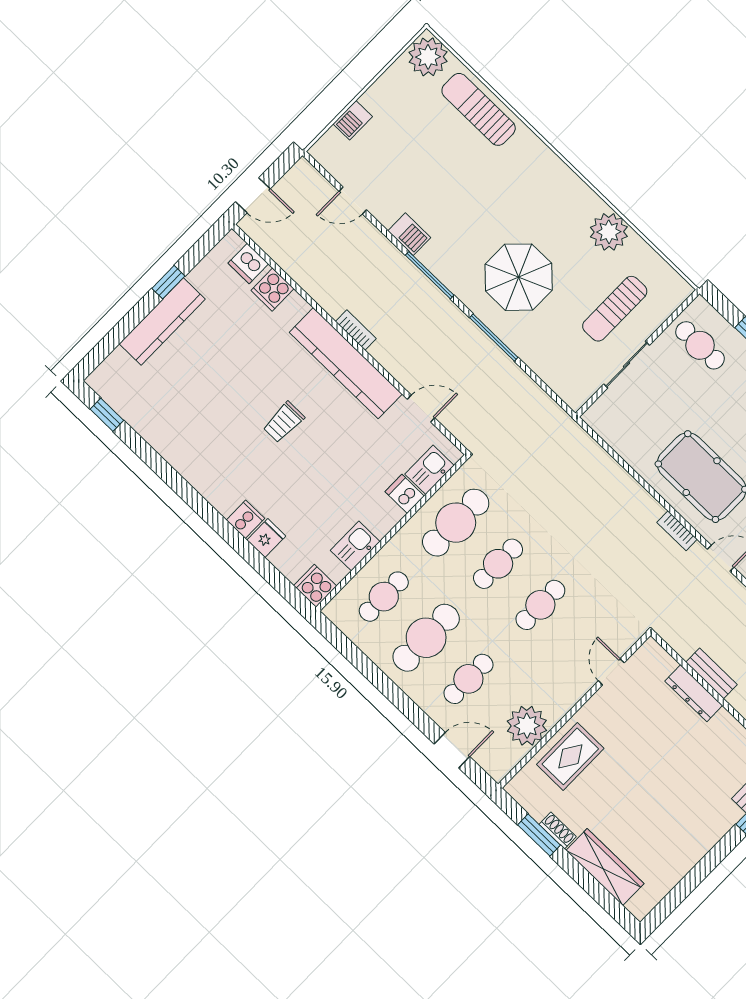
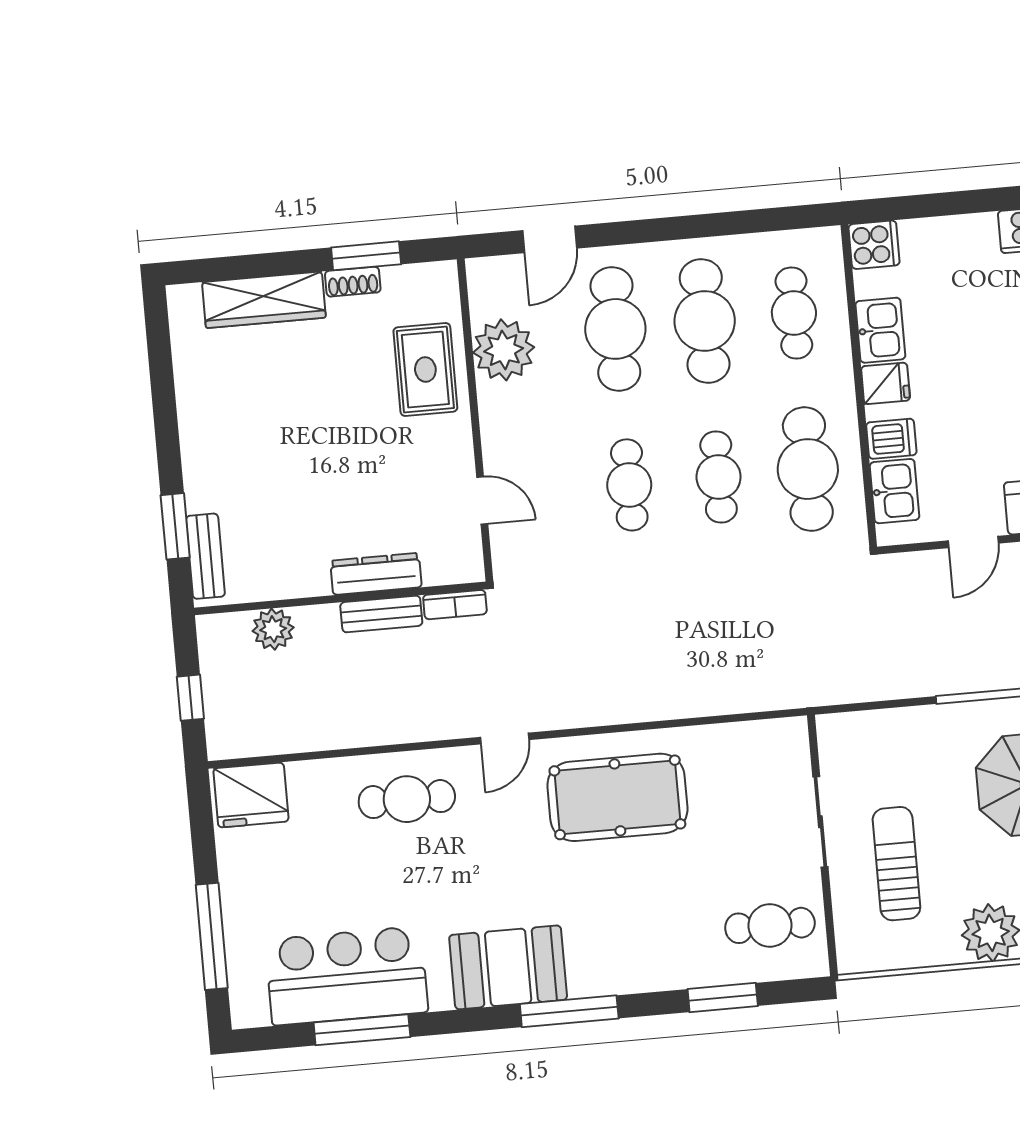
bookcase: (677, 531) -> (455, 605), moved, turned 180
fridge: (266, 538) -> (886, 383), moved, turned -90
cafe table: (468, 679) -> (615, 329), width x1.37, depth x1.35

